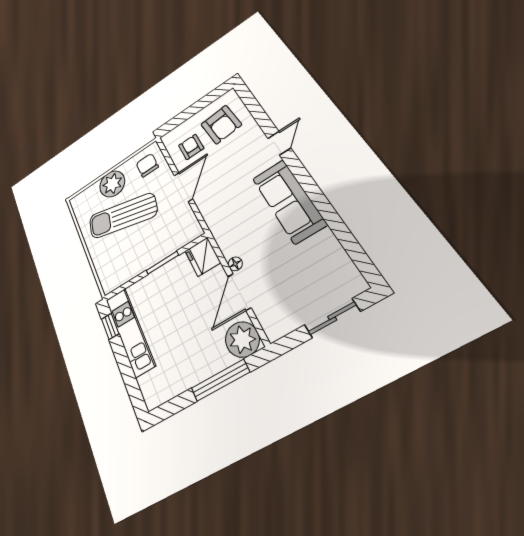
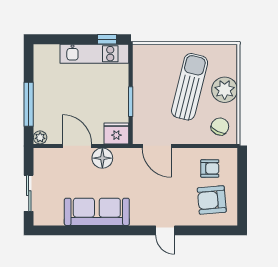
chair: (147, 165) -> (220, 127), turned -64
door: (183, 187) -> (157, 146), moved
sofa: (289, 201) -> (97, 212), moved
floor lamp: (235, 264) -> (102, 158), width x1.89, depth x1.89
plant: (242, 339) -> (40, 137), width x0.53, depth x0.53

